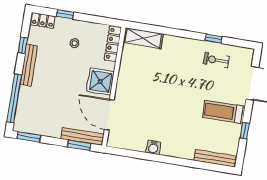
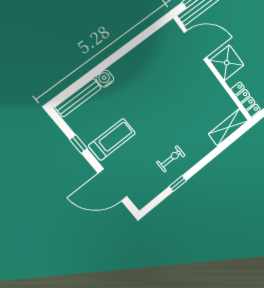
exercise bike: (216, 60) -> (171, 159), moved
water cooler: (153, 147) -> (105, 79), moved

